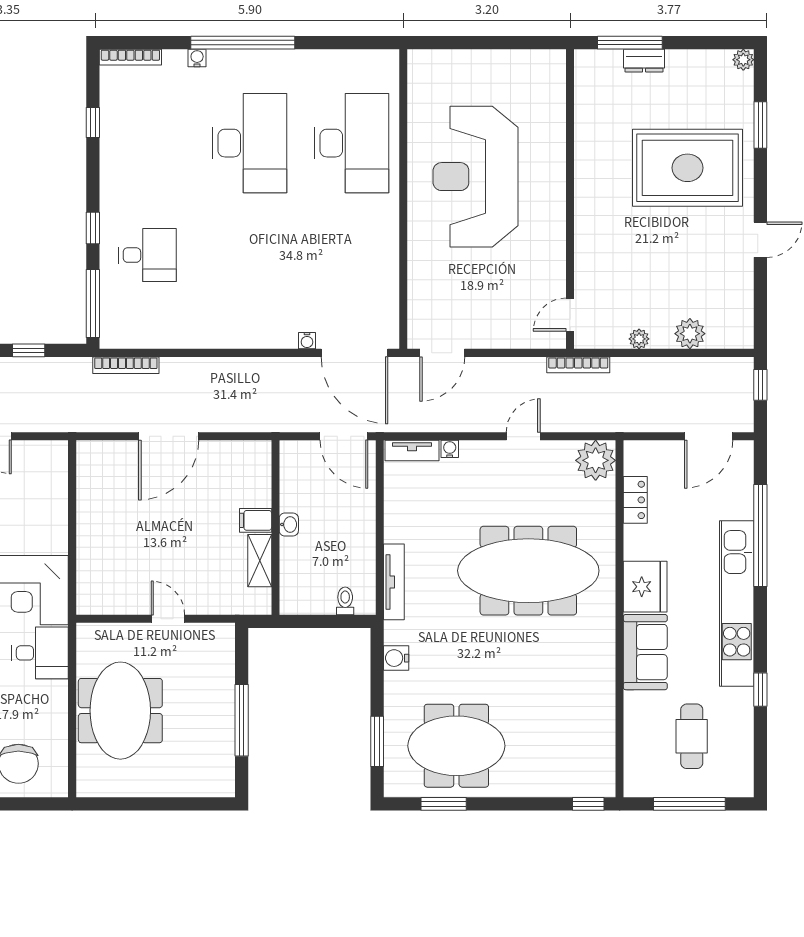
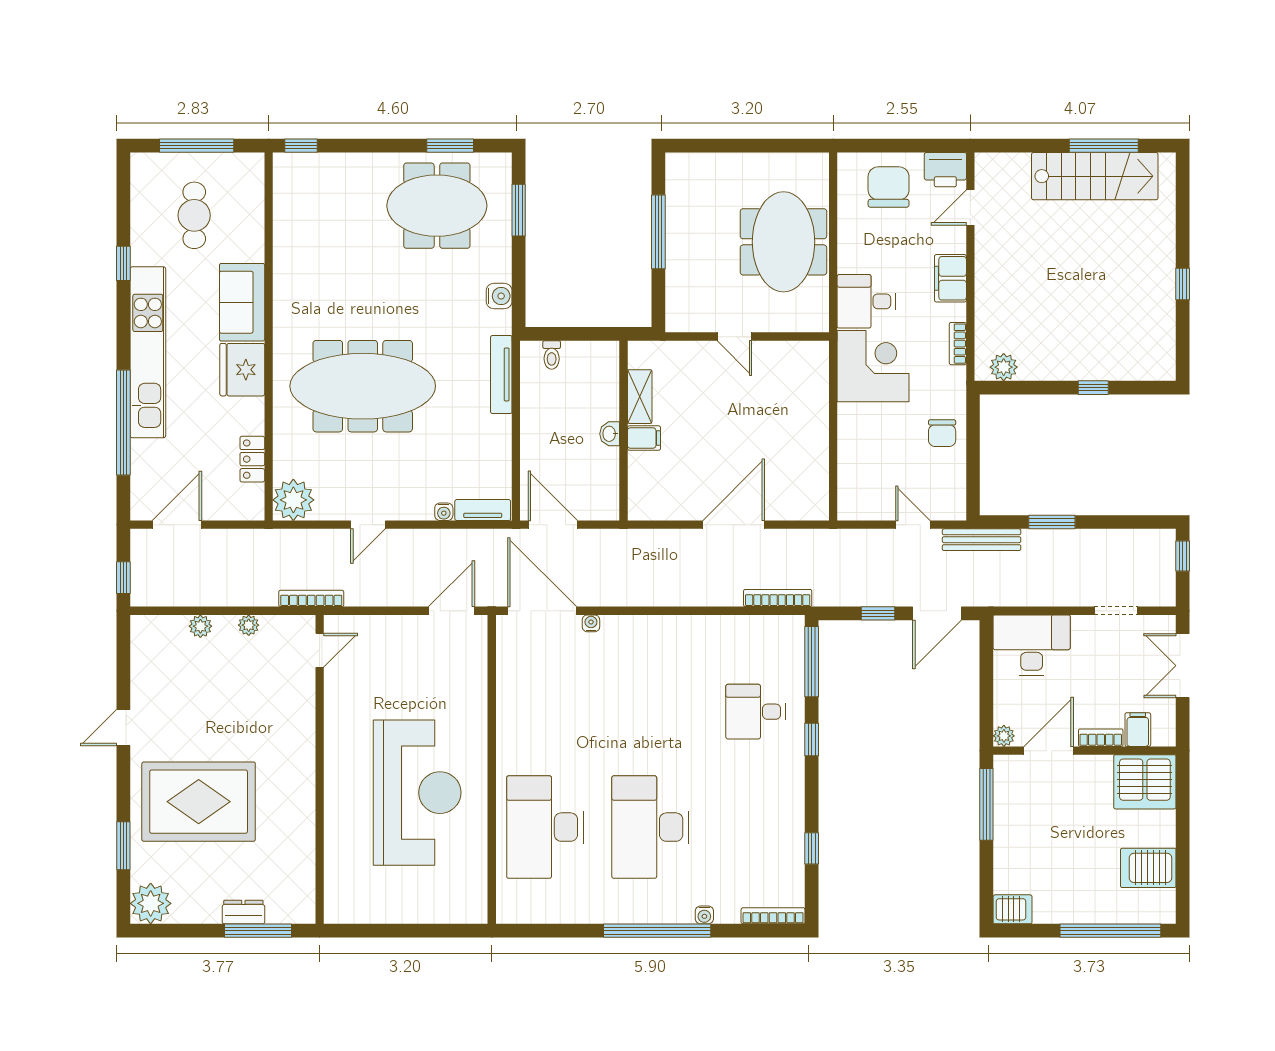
plant: (743, 60) -> (151, 903), width x1.87, depth x1.87
plant: (690, 334) -> (200, 626), width x0.73, depth x0.73

